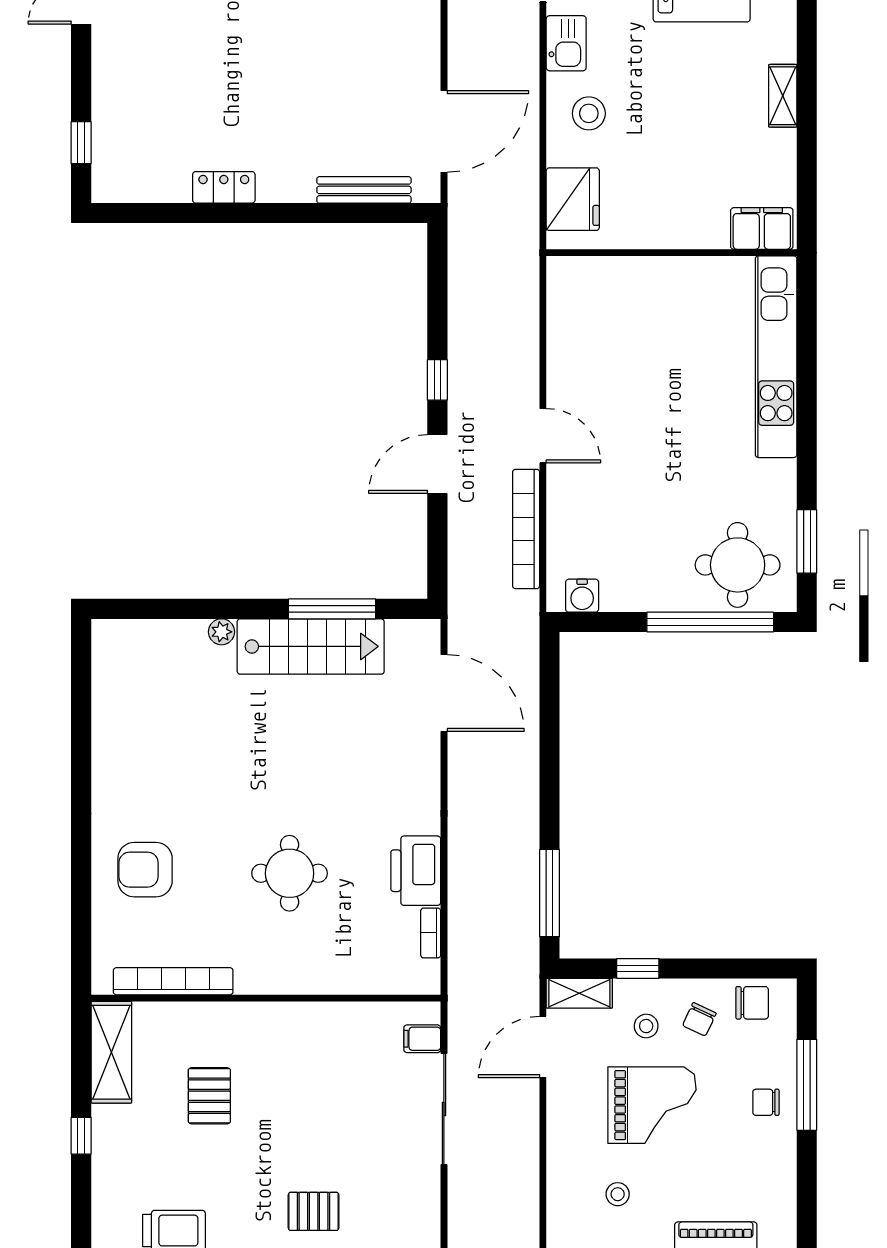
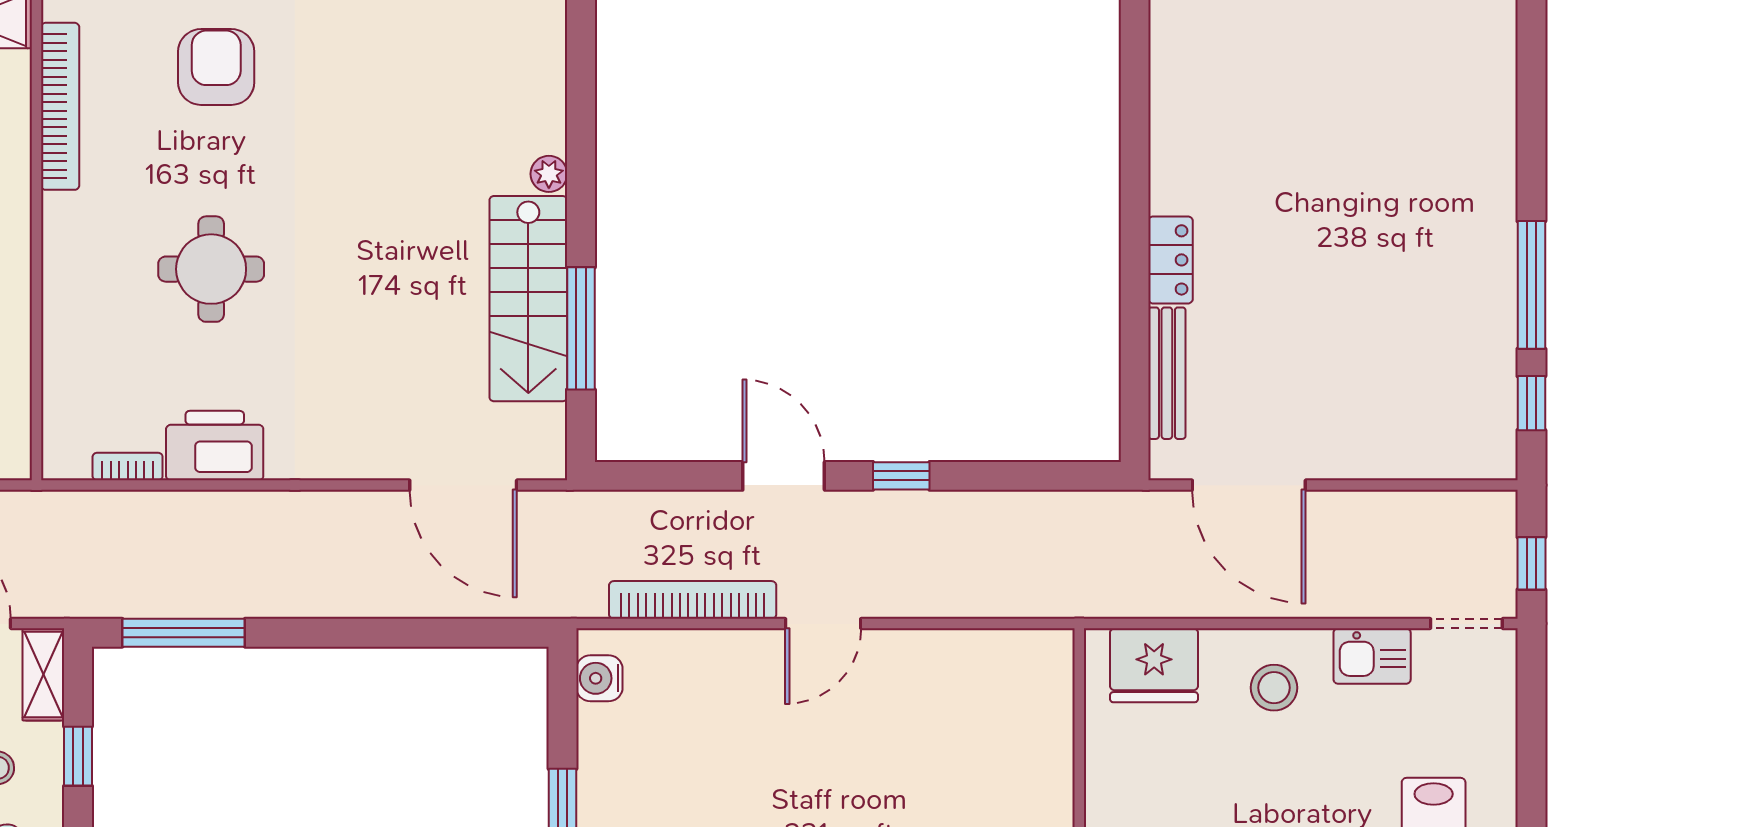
locker: (224, 187) -> (1171, 260), moved
door: (444, 693) -> (463, 485), hinge flipped

